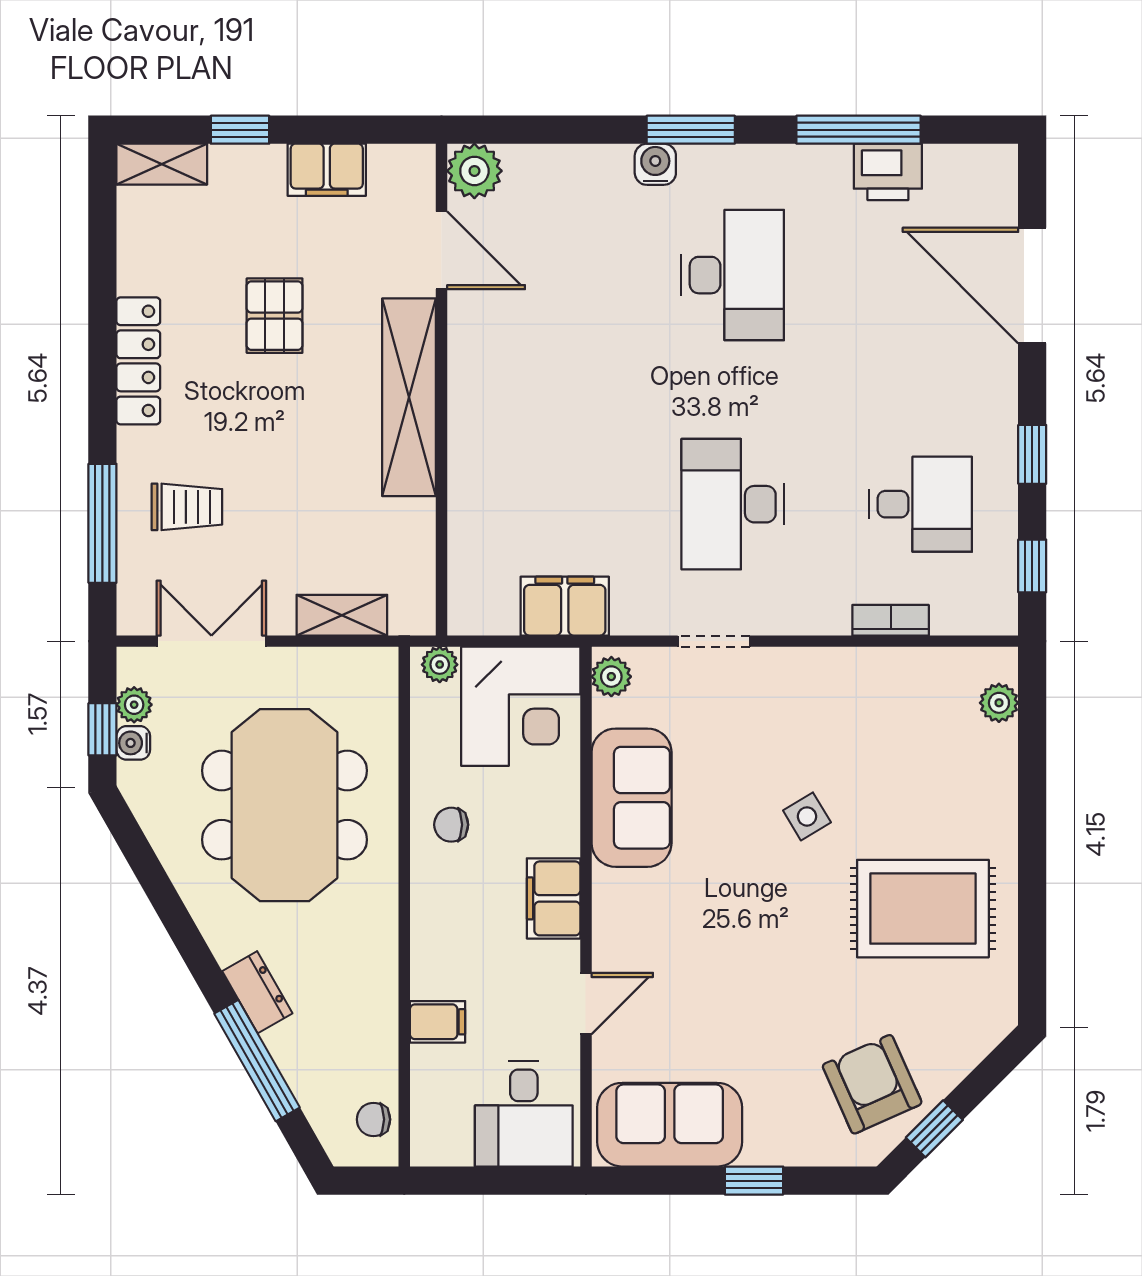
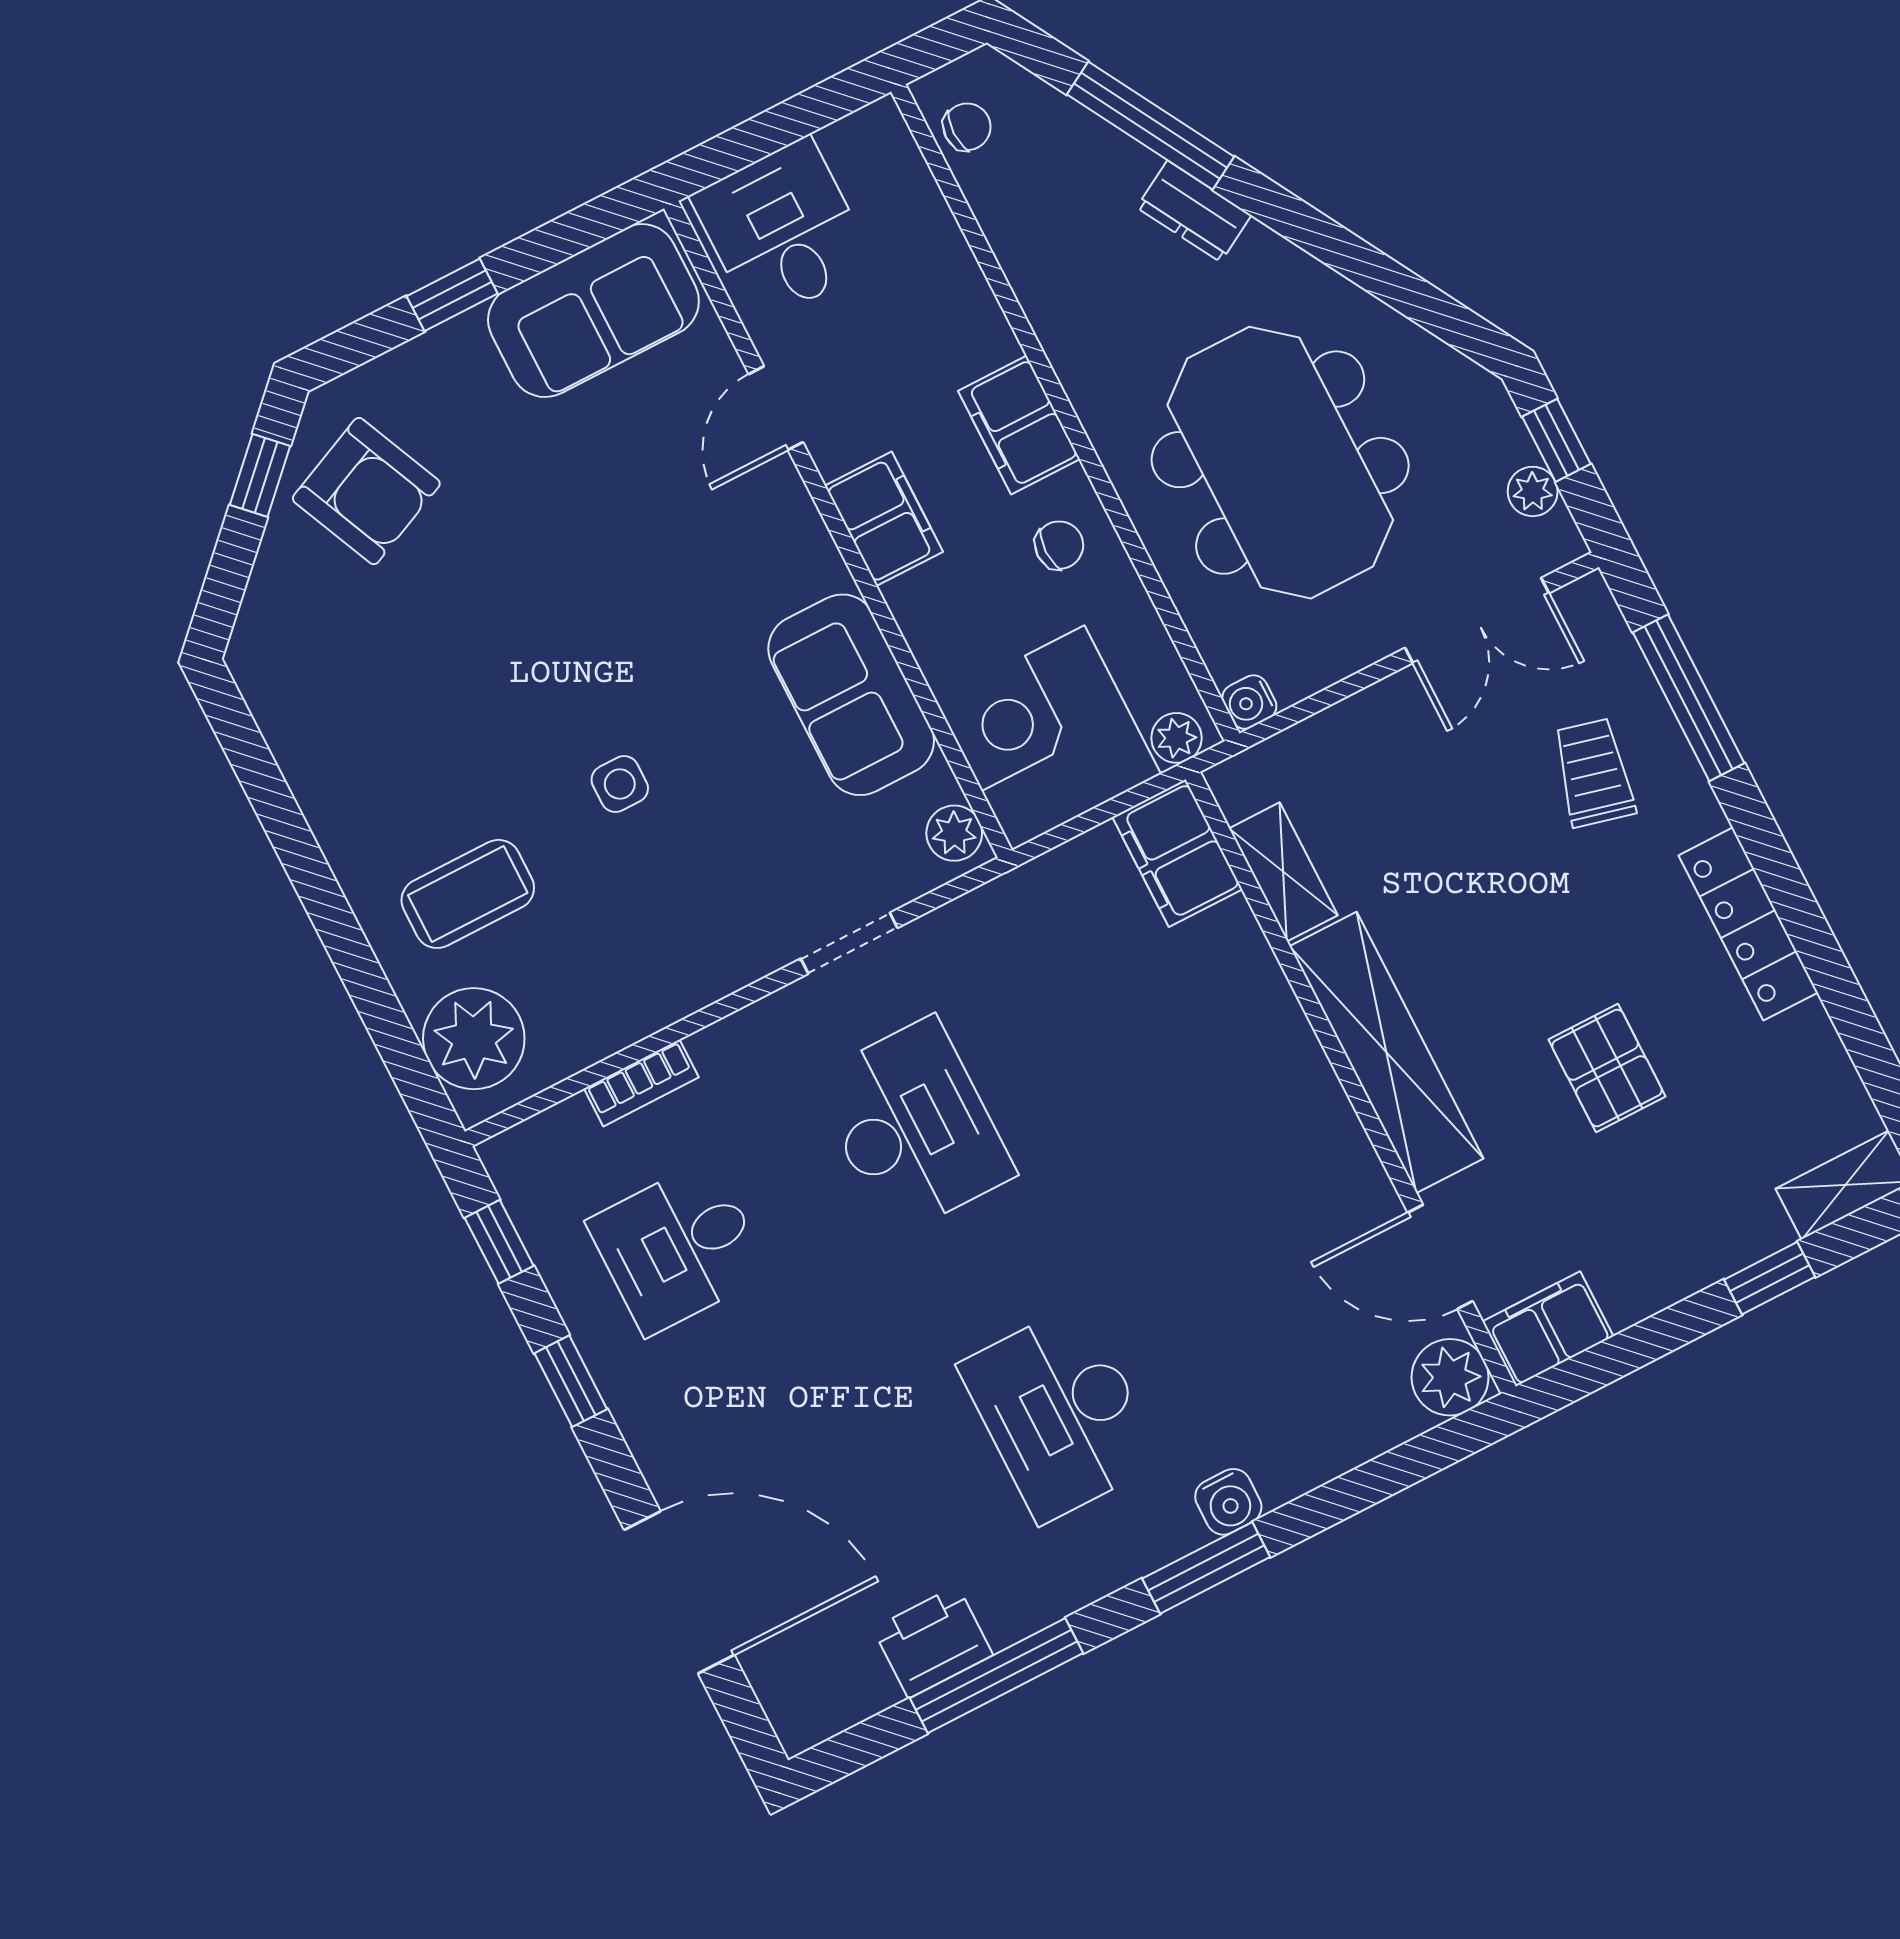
filing cabinet: (327, 170) -> (1548, 1329), moved
trolley: (187, 507) -> (1594, 773), turned 104
filing cabinet: (565, 606) -> (1177, 853), moved, turned 90
shelving: (342, 615) -> (1283, 872), moved, turned 90
plant: (999, 703) -> (474, 1039), width x1.88, depth x1.88
water cooler: (133, 743) -> (1249, 702), moved, turned 180
coffee table: (939, 796) -> (468, 894), added
side table: (807, 816) -> (620, 784), turned 31
rug: (923, 909) -> (416, 743), removed
filing cabinet: (438, 1022) -> (1019, 425), moved, width x2.00

